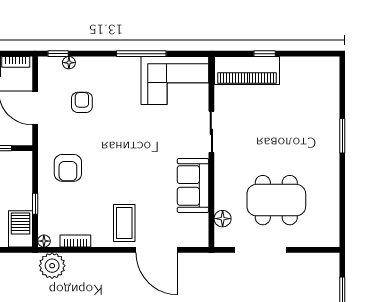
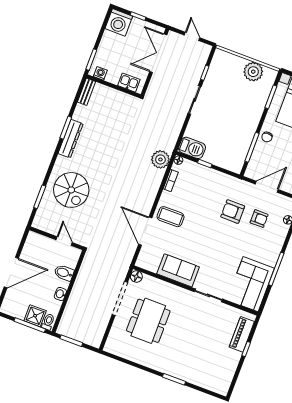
piano: (247, 70) -> (242, 334), width x0.73, depth x0.75
armchair: (68, 168) -> (233, 211), moved
floor lamp: (223, 219) -> (136, 277), moved
door: (157, 250) -> (145, 231), hinge flipped

